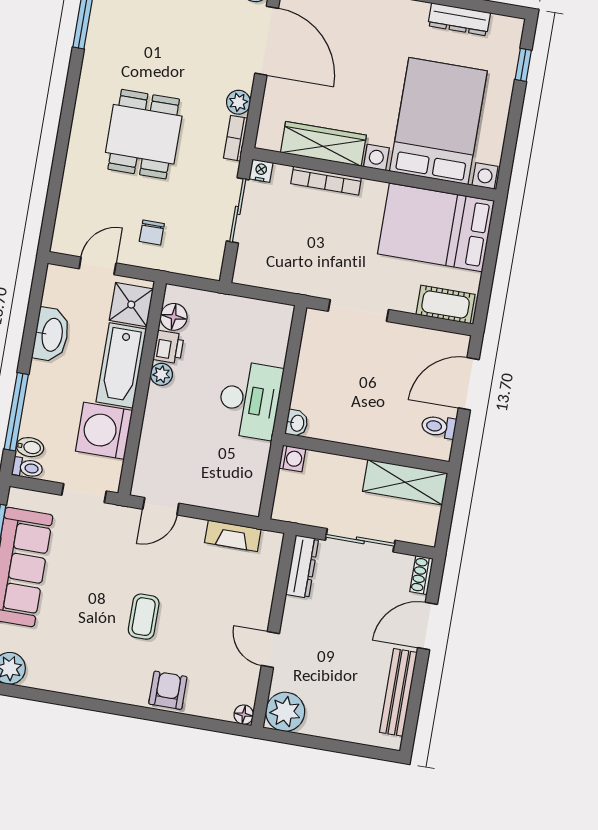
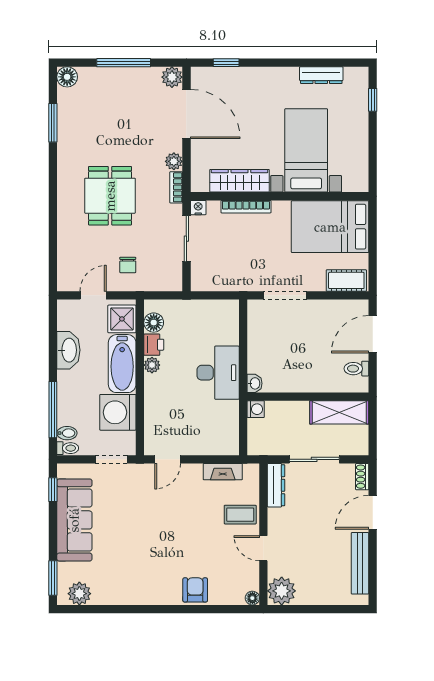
bed with nightstands: (438, 121) -> (306, 150), width x0.73
coffee table: (144, 617) -> (240, 515), moved, turned 90

